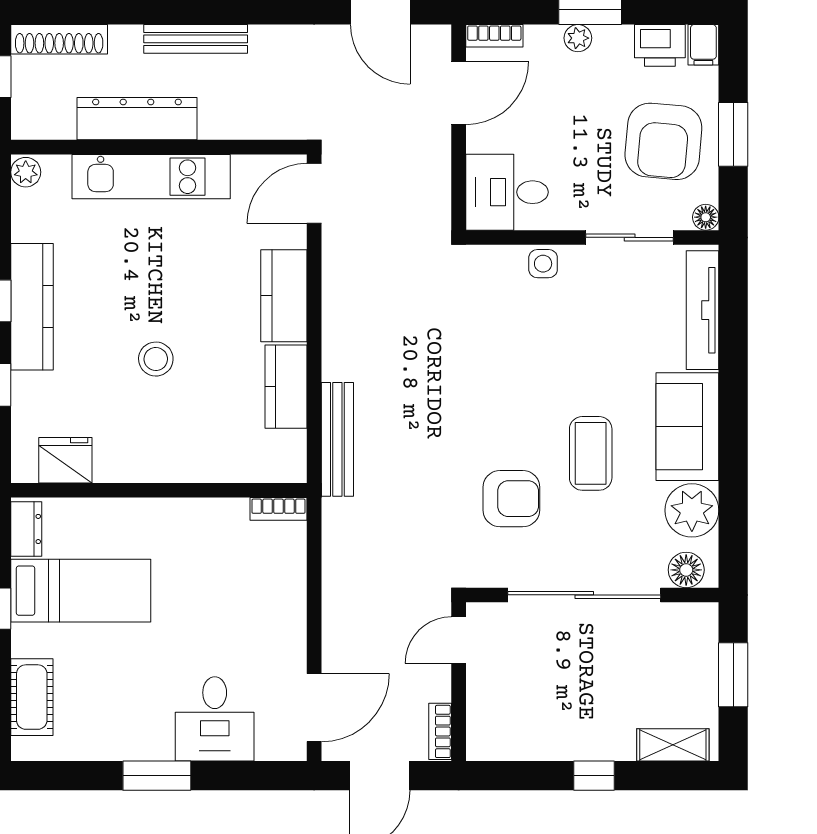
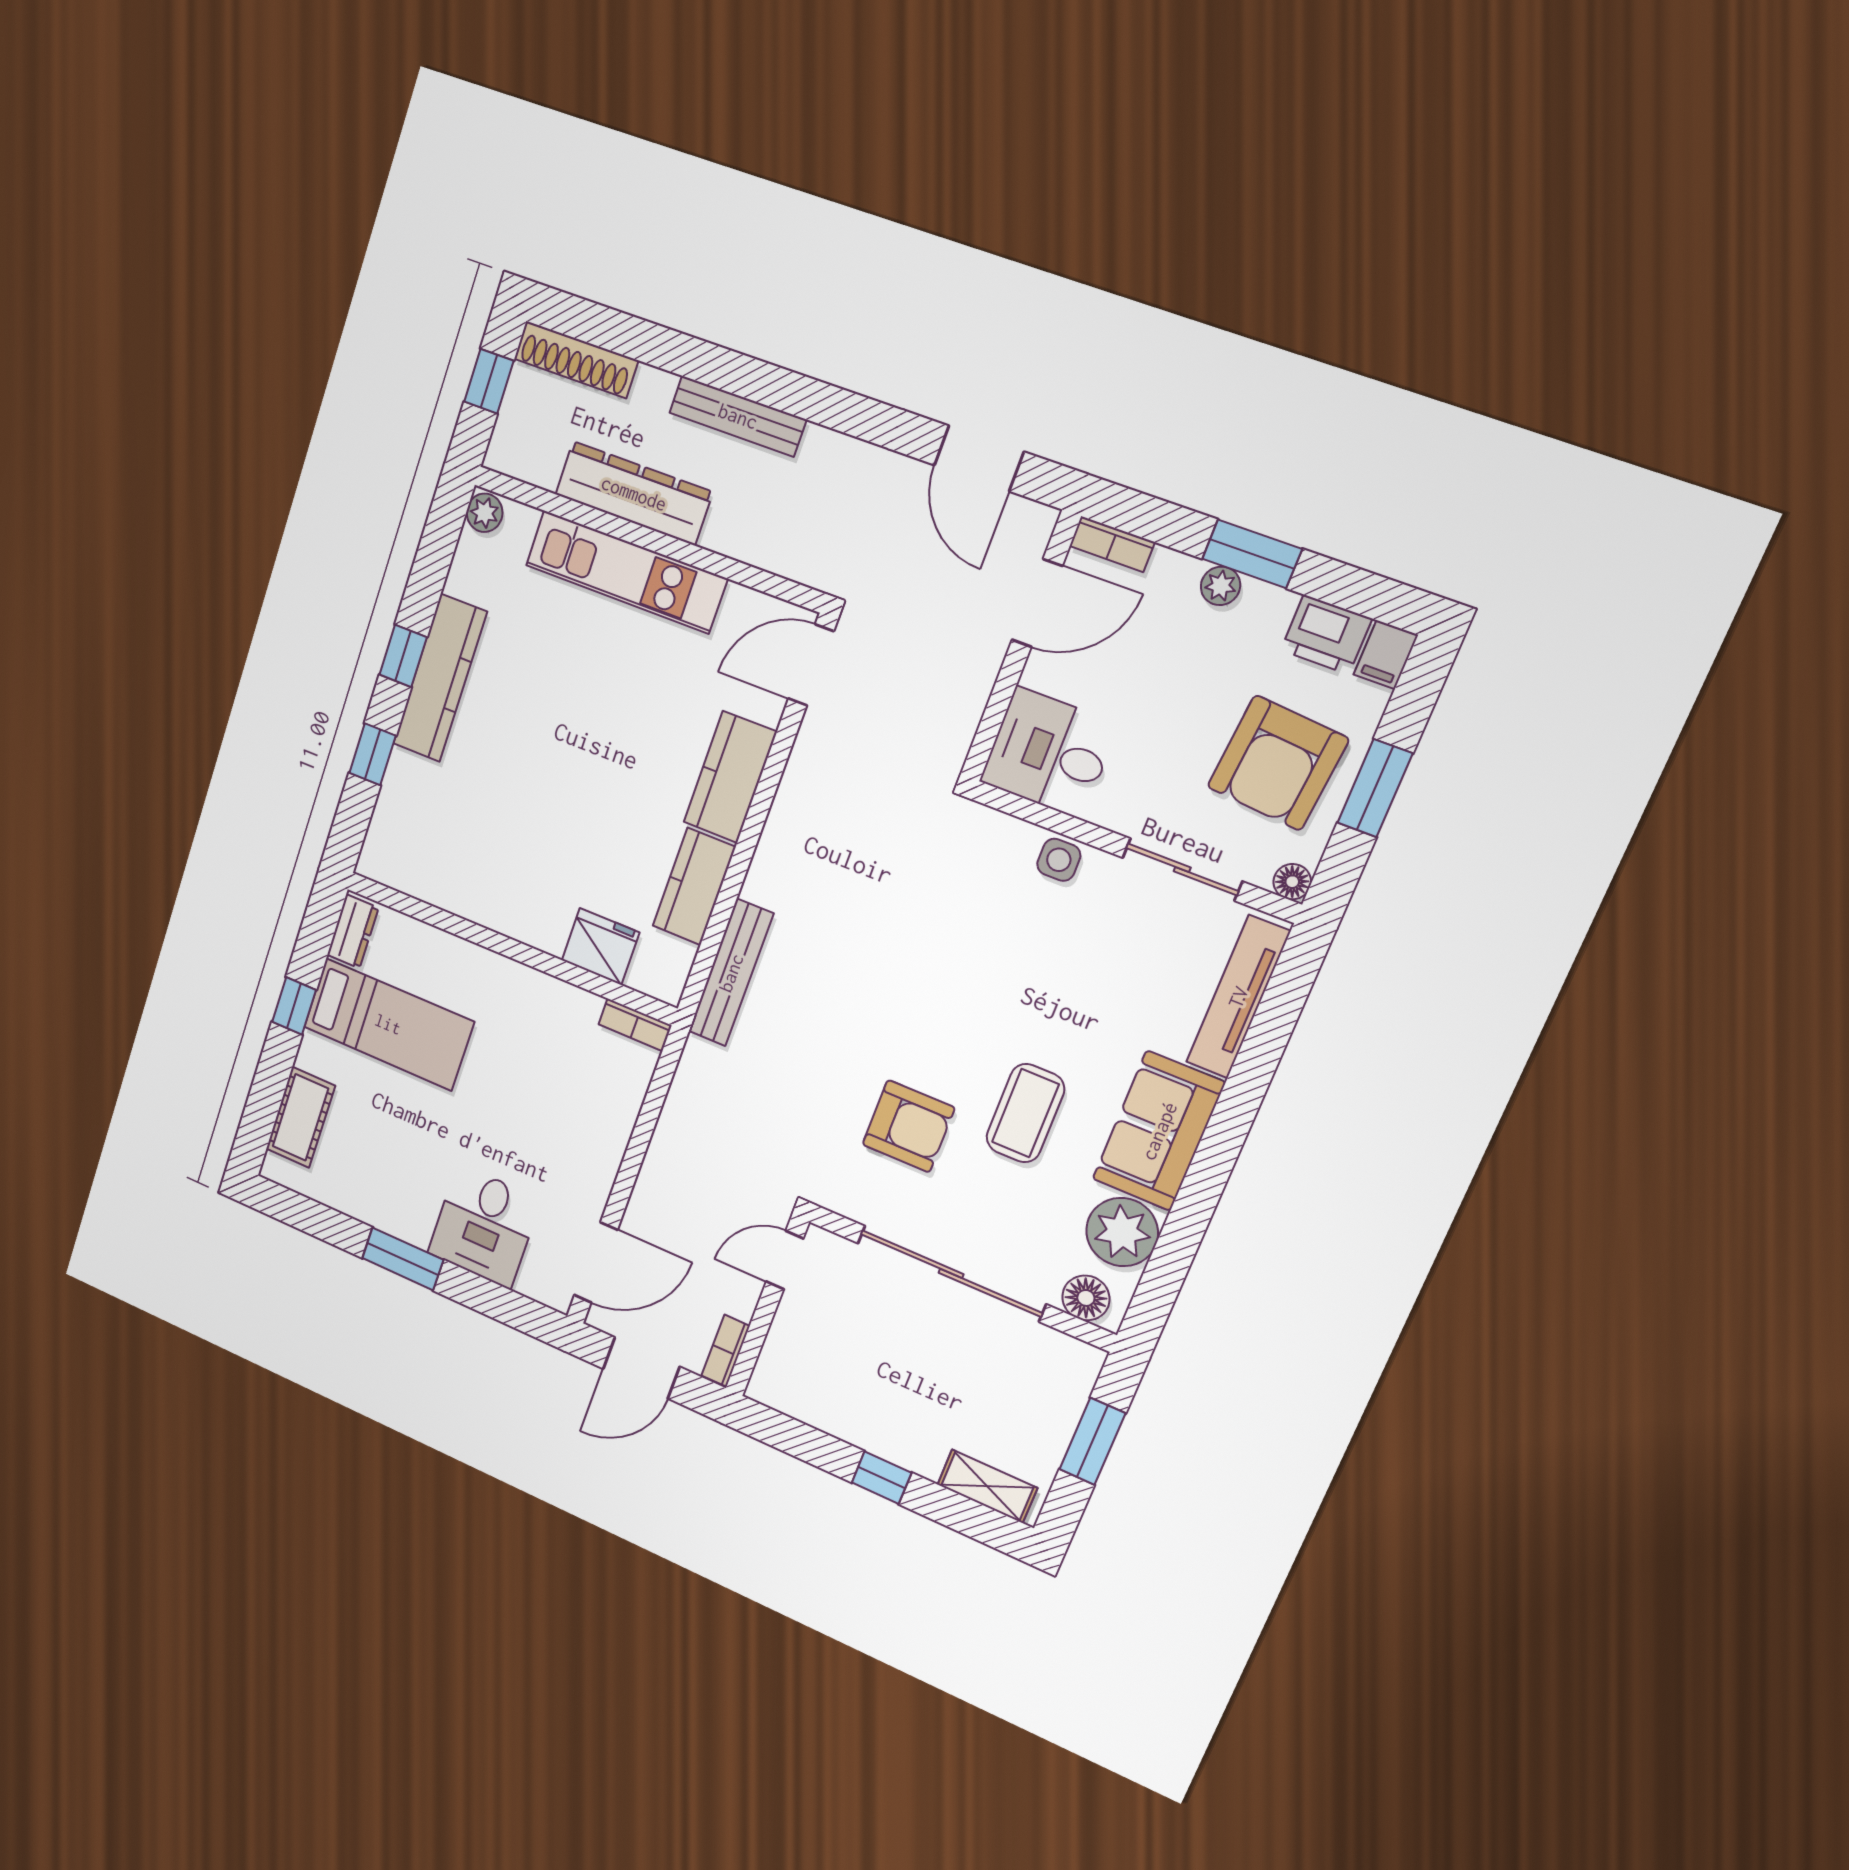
stool: (156, 359) -> (557, 795), removed
fridge: (65, 460) -> (601, 946), moved

